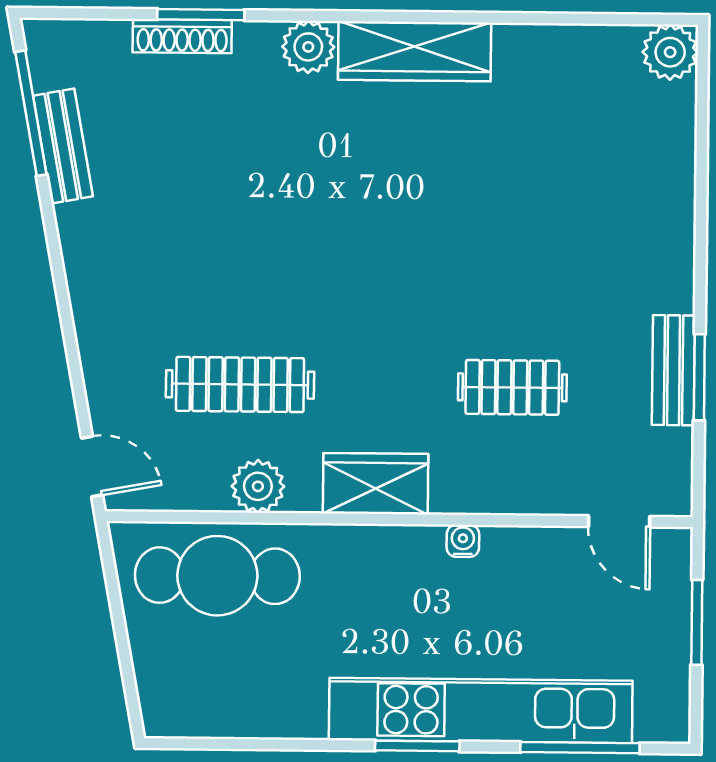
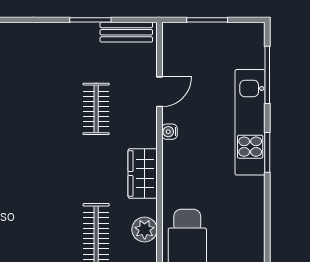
bench: (674, 370) -> (126, 32), moved
door: (619, 521) -> (159, 92), moved
kitchen unit: (481, 710) -> (250, 122), width x0.73

